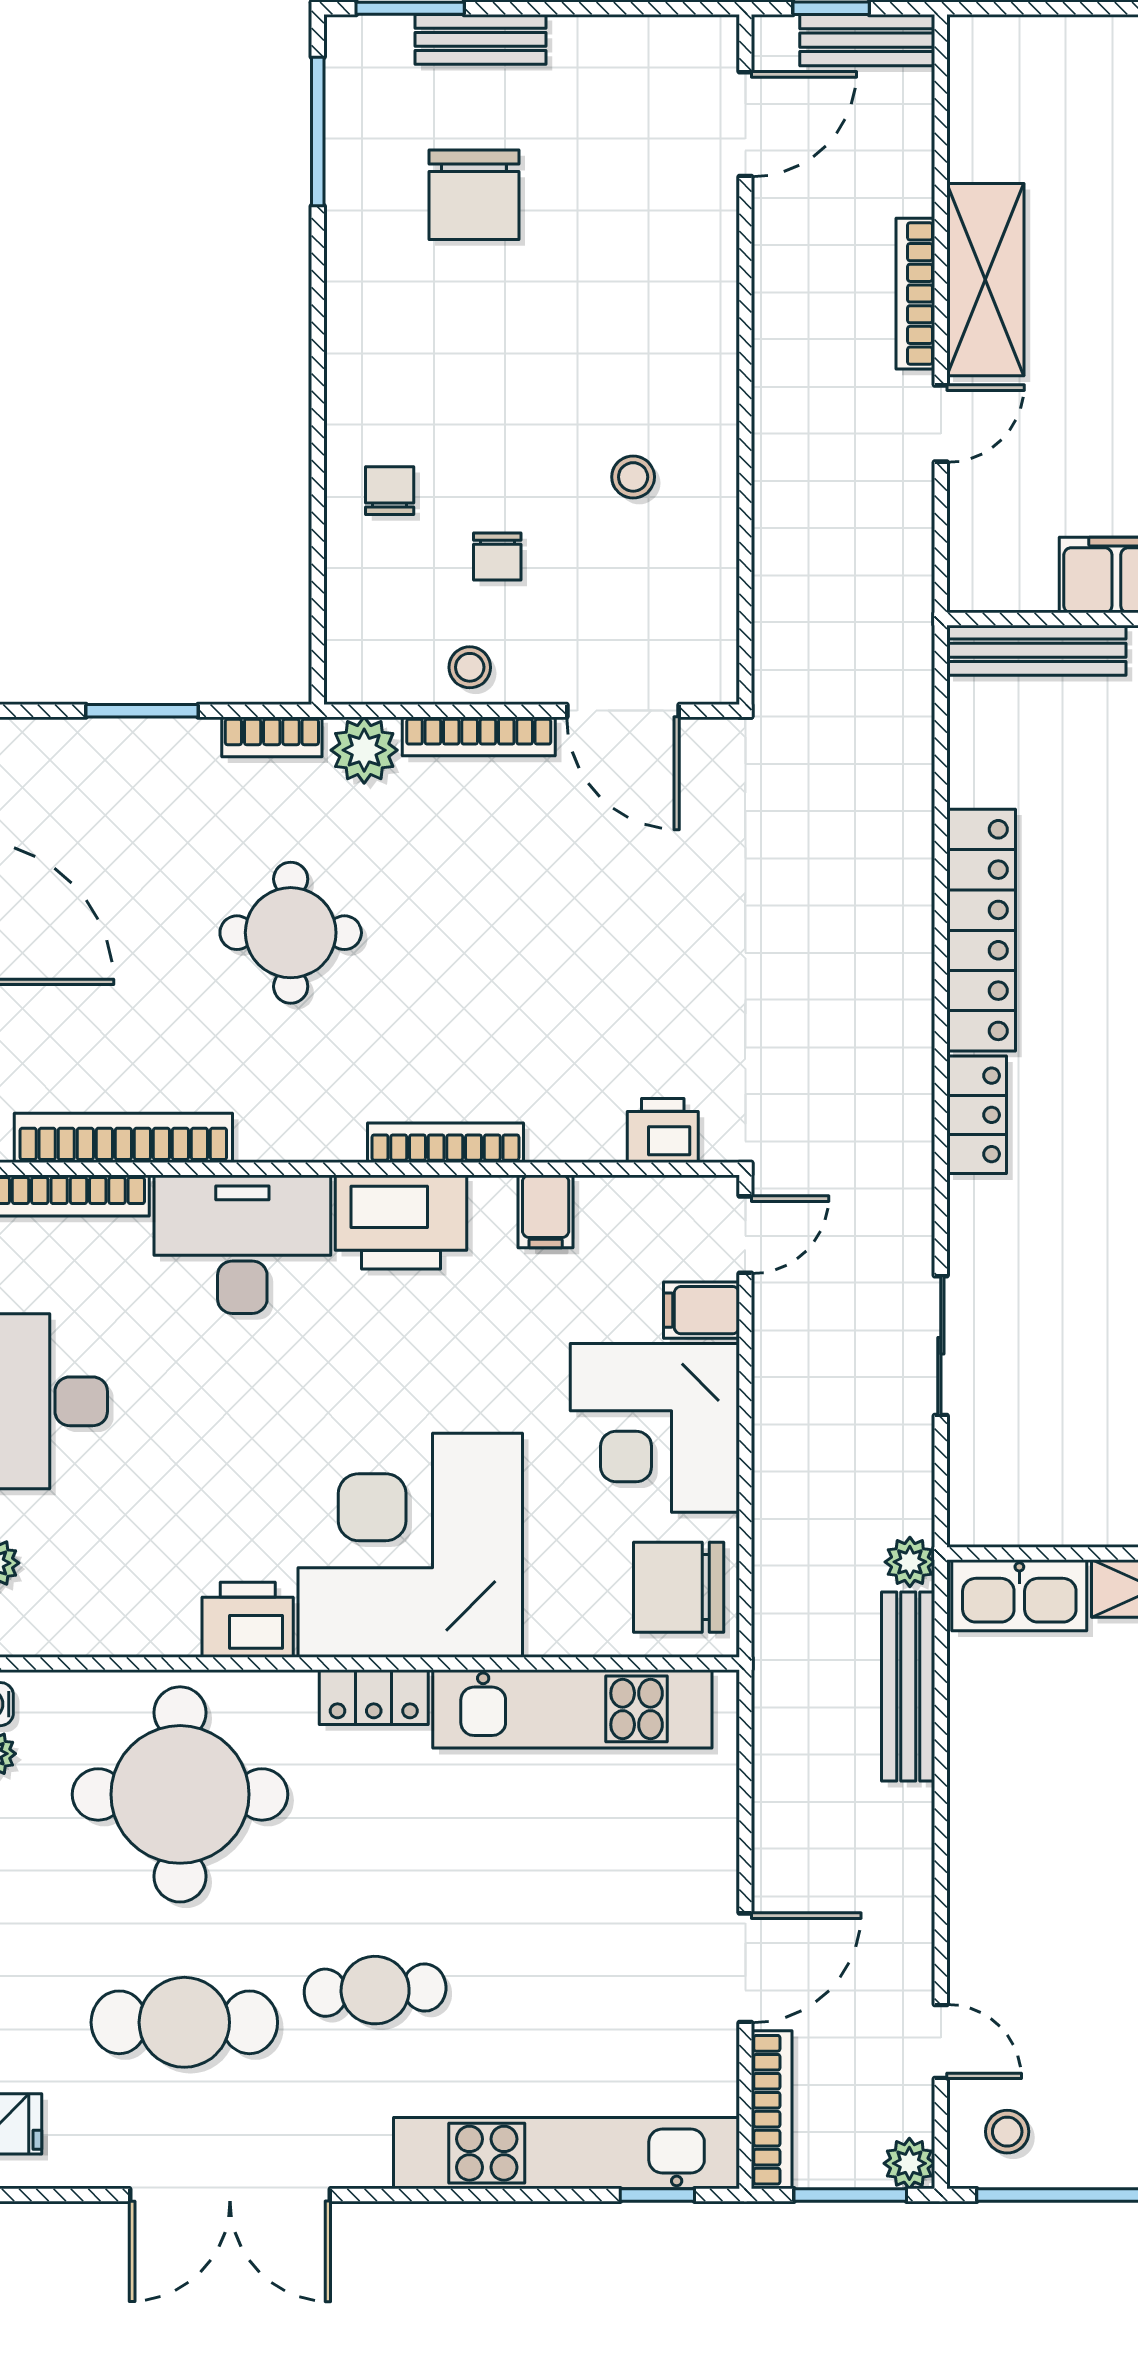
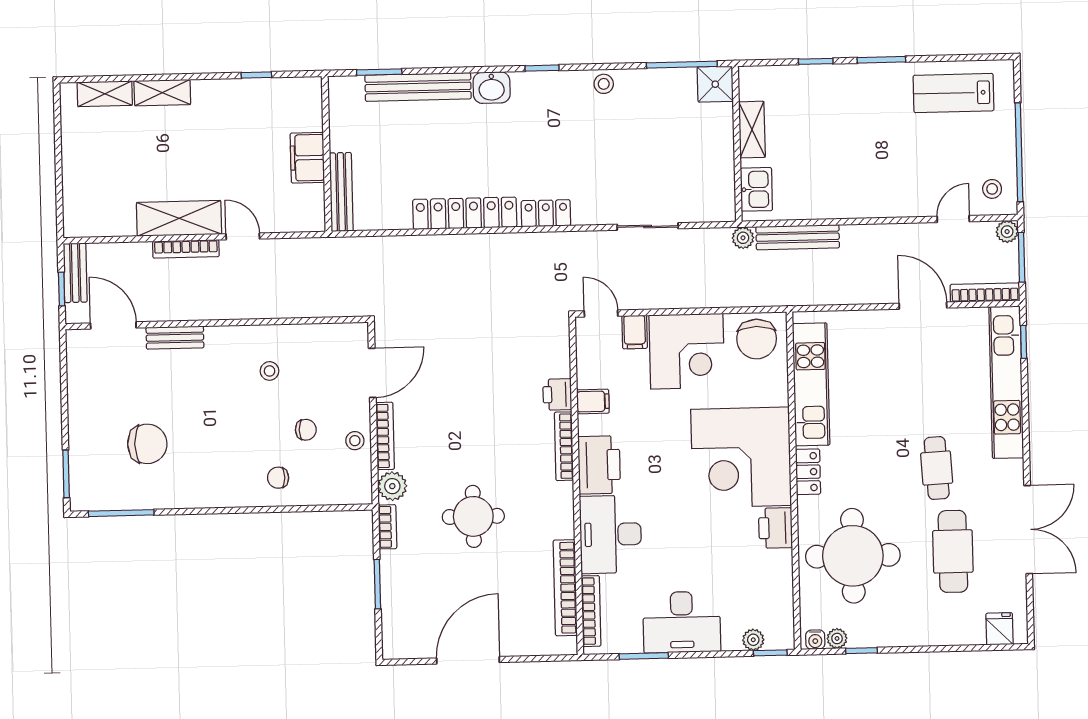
bench: (481, 39) -> (175, 338), moved, turned 90
printer: (663, 1131) -> (557, 394), moved
kitchen sink: (1019, 1595) -> (756, 189), width x0.73

